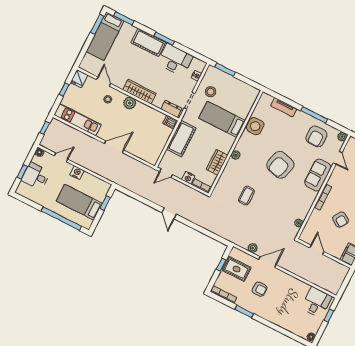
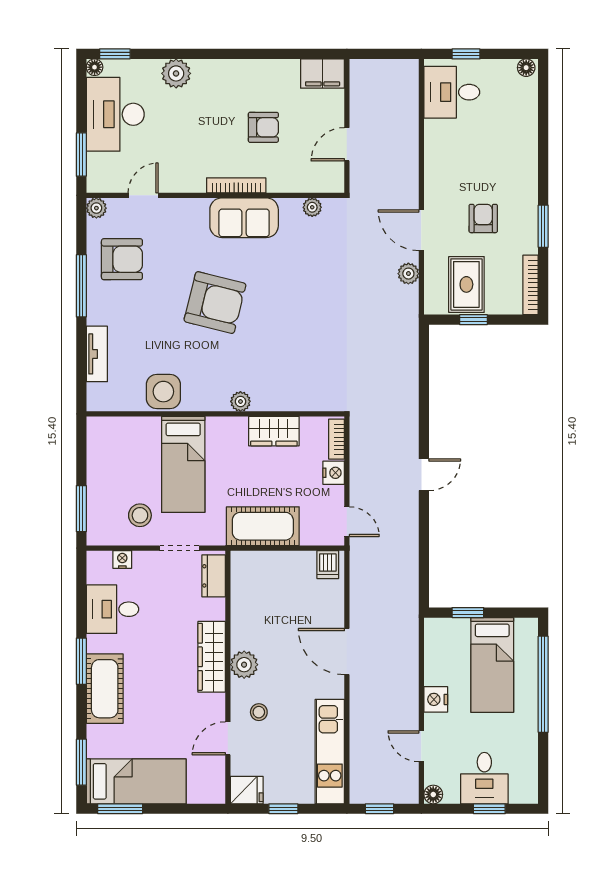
desk: (175, 60) -> (112, 609), width x0.73
dishwasher: (170, 122) -> (328, 565), moved
sofa: (318, 175) -> (244, 218), moved
coffee table: (246, 196) -> (310, 339), removed
armchair: (341, 220) -> (263, 127), turned 58

